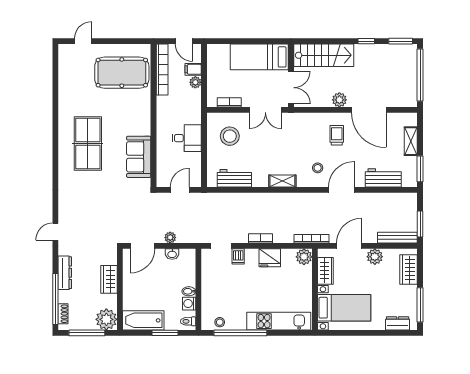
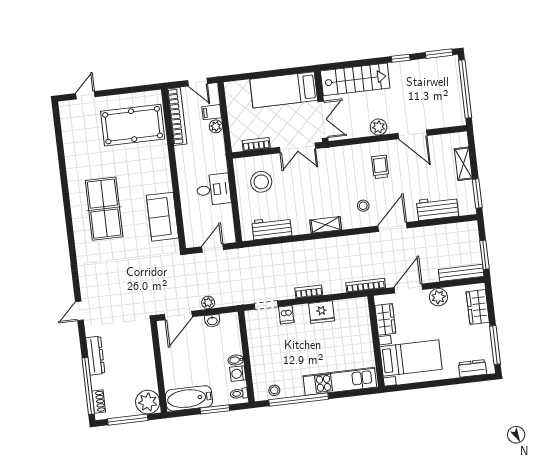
door: (369, 110) -> (412, 134), width x0.73
plant: (304, 257) -> (360, 306), removed
wardrobe: (109, 279) -> (145, 357), removed

